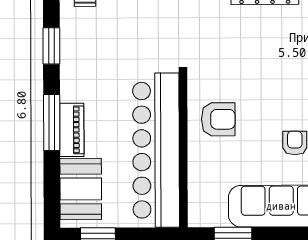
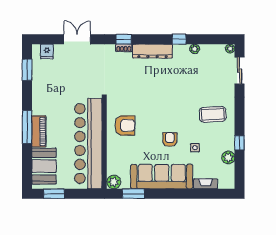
window: (51, 46) -> (27, 70), moved
plant: (200, 216) -> (114, 182), added

